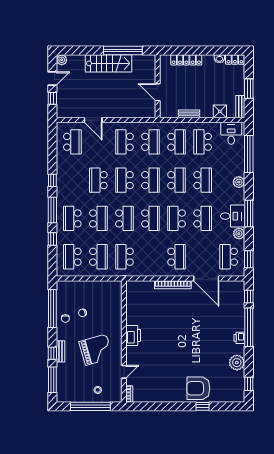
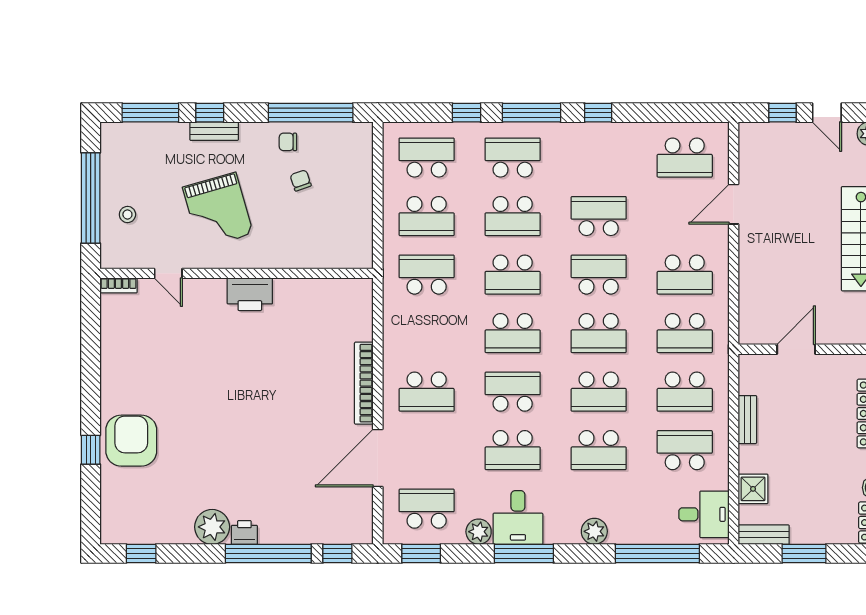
school desk: (124, 142) -> (685, 275), turned 180
plant: (237, 363) -> (212, 527), moved

